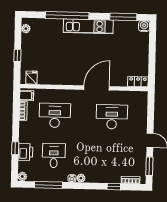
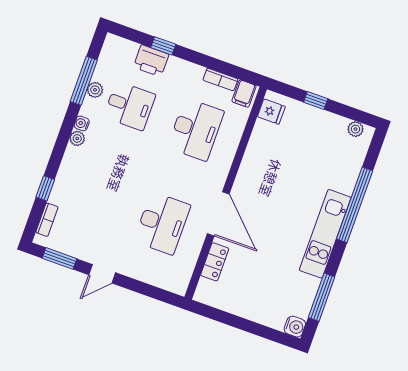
locker: (138, 82) -> (215, 262), moved
plant: (22, 176) -> (95, 90), moved

